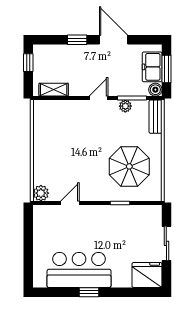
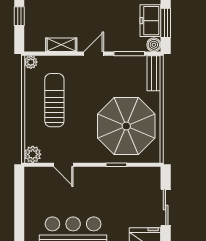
shelving: (54, 90) -> (61, 45), moved
plant: (125, 106) -> (31, 62), moved
sun lounger: (61, 142) -> (54, 100), added
parasol: (129, 166) -> (126, 126), width x1.36, depth x1.36
door: (70, 203) -> (63, 165), swing flipped

